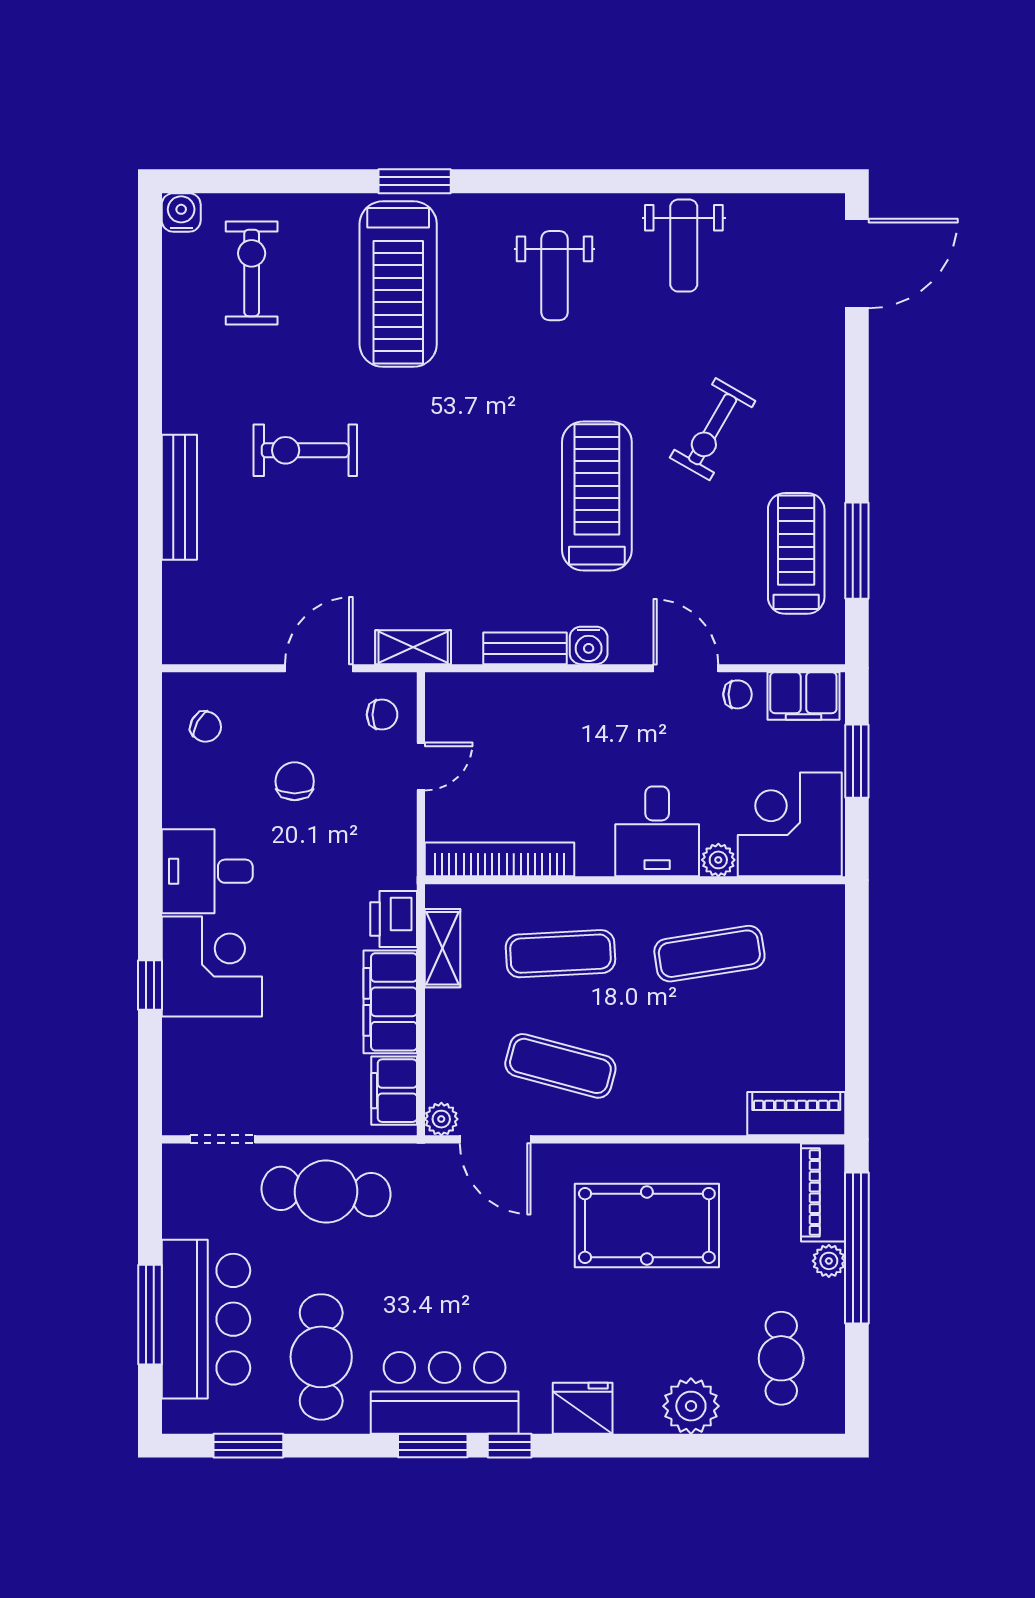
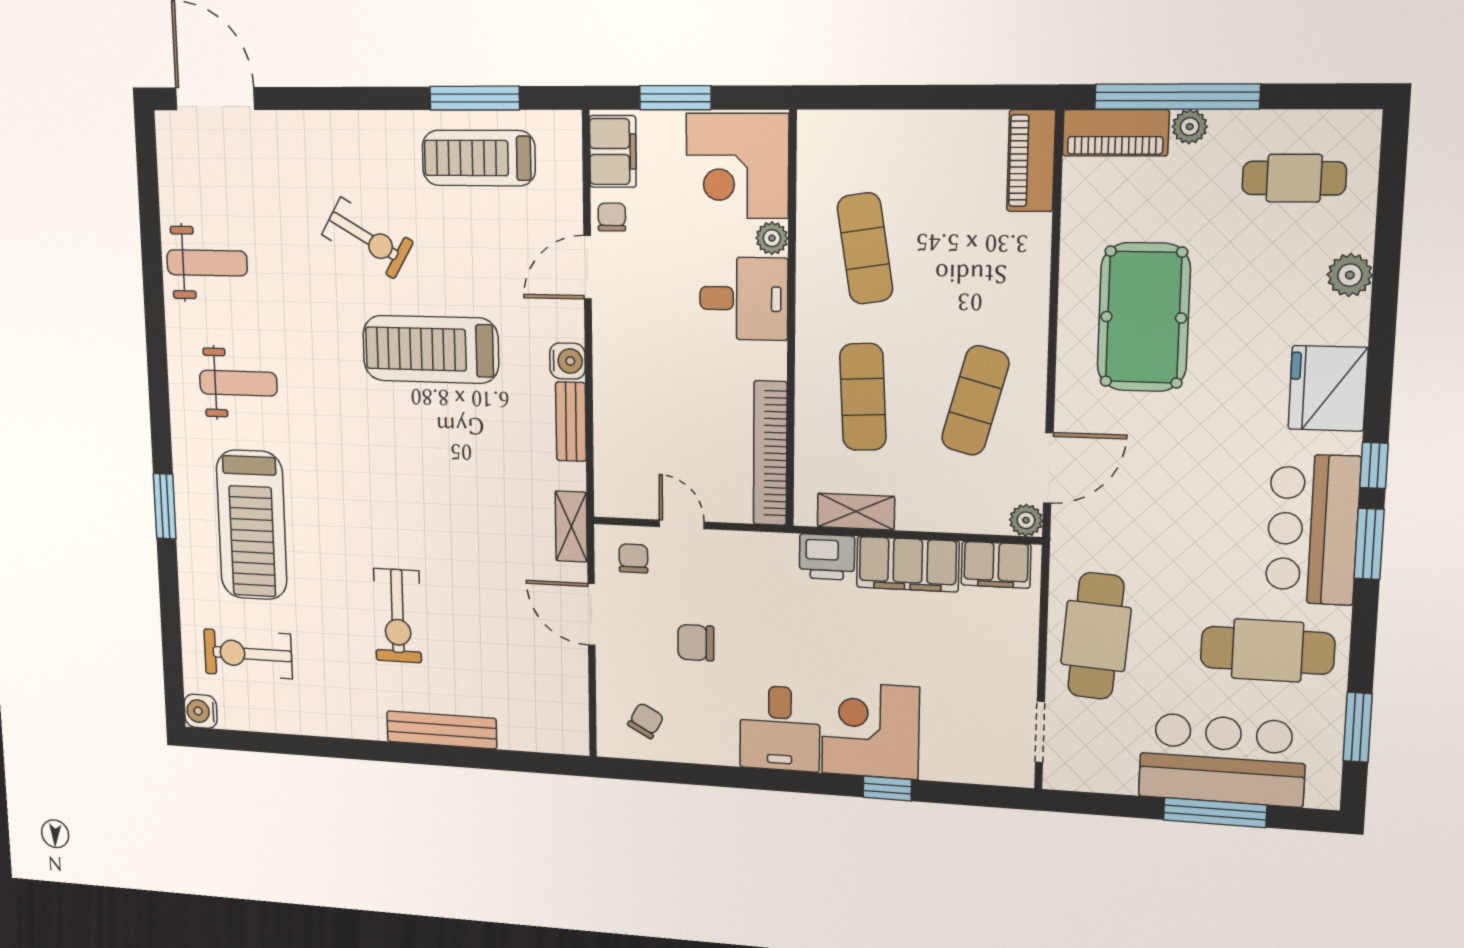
treadmill: (398, 284) -> (252, 525), turned 90
plant: (691, 1406) -> (1350, 275), width x0.73, depth x0.73
fridge: (583, 1408) -> (1328, 388), width x1.36, depth x1.34

